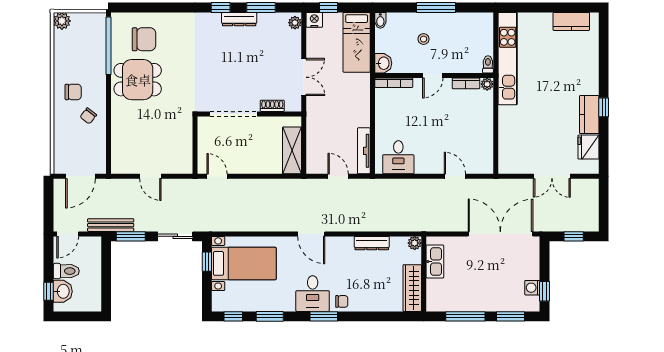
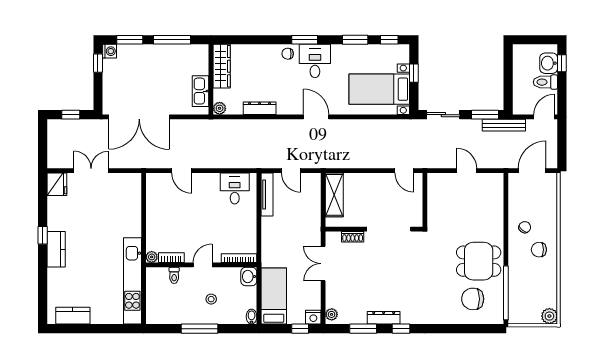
toilet: (488, 64) -> (174, 275), moved
kitchen counter: (589, 115) -> (56, 249), moved
fridge: (588, 147) -> (57, 184), moved
window: (207, 262) -> (414, 73), moved
washing machine: (532, 288) -> (109, 51), moved

